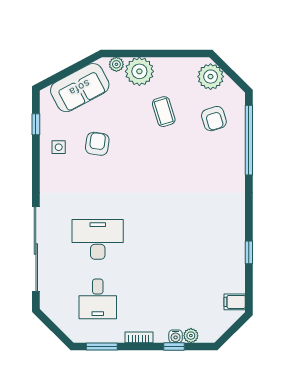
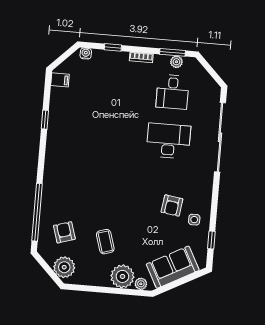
armchair: (97, 144) -> (172, 206), moved
desk: (98, 239) -> (168, 141), turned 180
desk: (98, 299) -> (173, 92), turned 180
water cooler: (176, 336) -> (86, 54), moved
plant: (191, 336) -> (176, 62), moved

